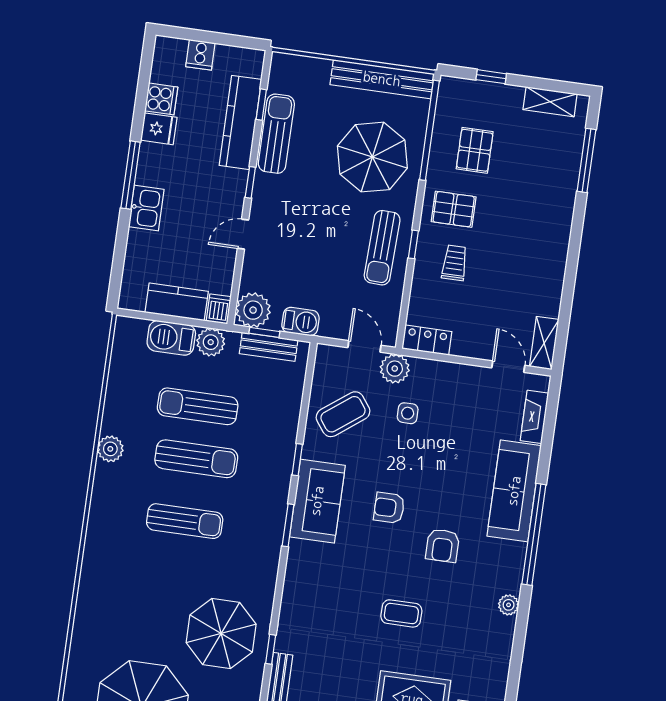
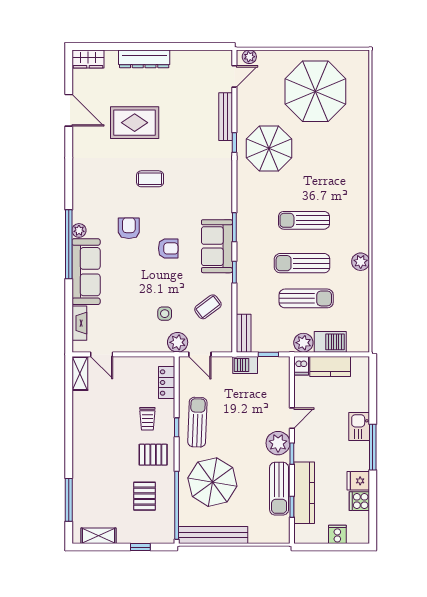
plant: (253, 310) -> (278, 443), moved
locker: (427, 340) -> (167, 382), moved, turned 90
bench: (269, 347) -> (244, 333), moved, turned 90
coffee table: (343, 414) -> (208, 307), width x0.73, depth x0.77
plant: (509, 605) -> (79, 230), moved

